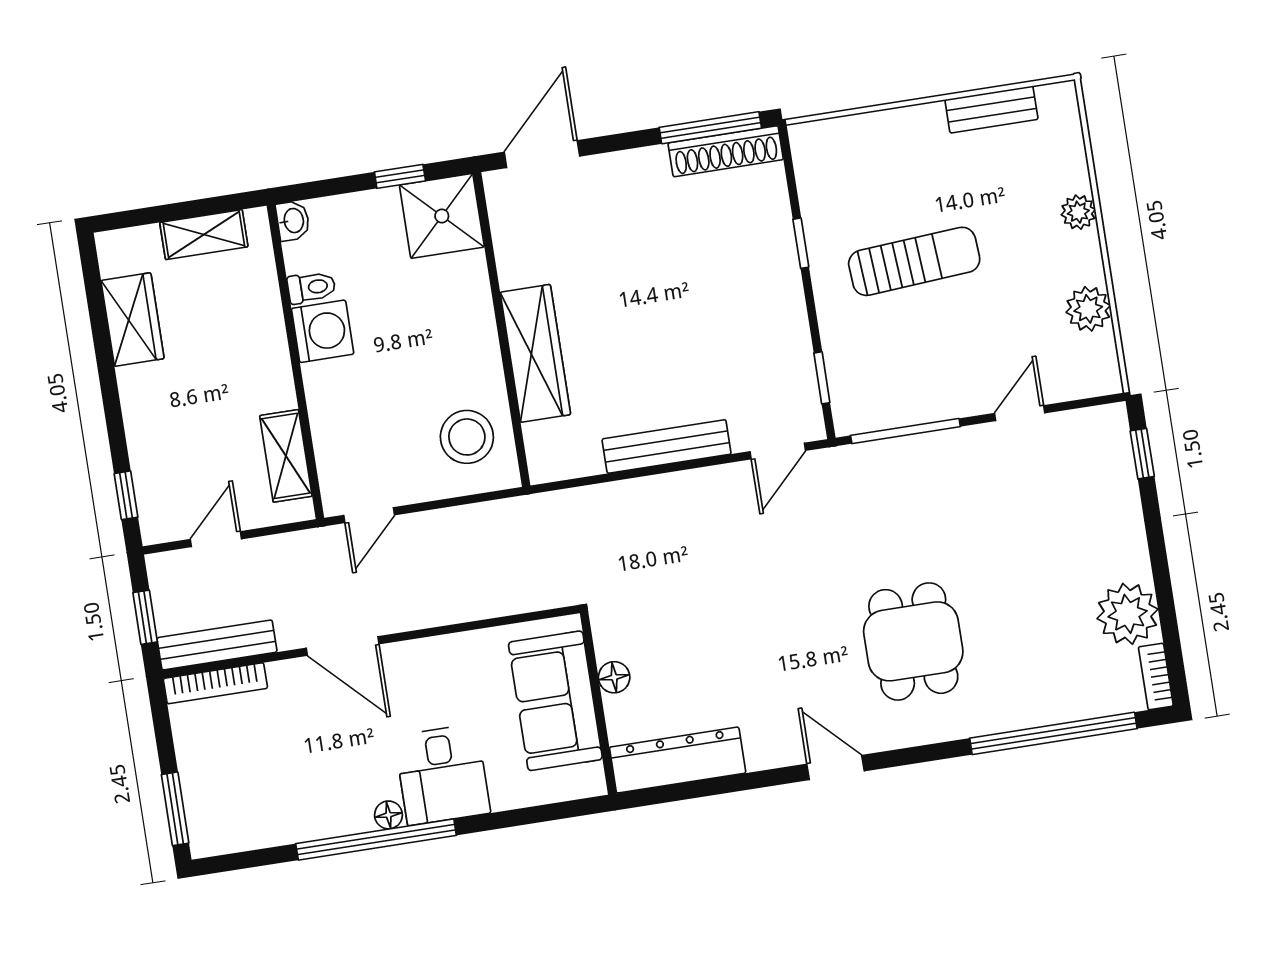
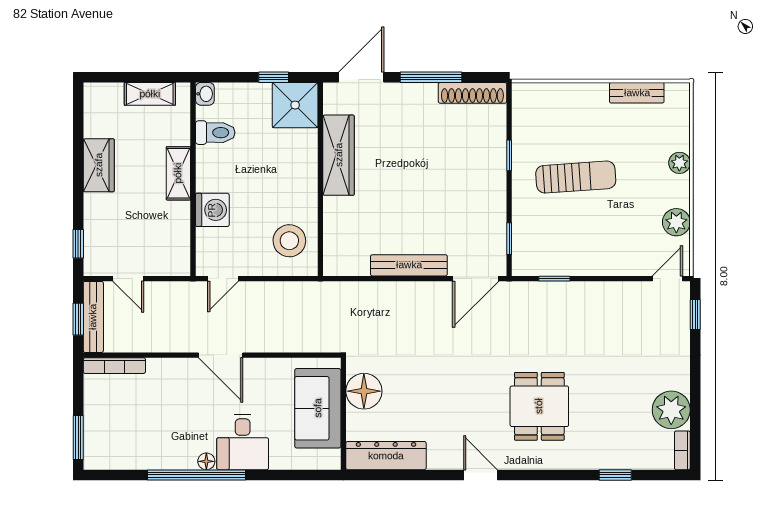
window: (710, 128) -> (431, 77), moved
toilet: (311, 287) -> (215, 133), width x1.37, depth x1.39
wardrobe: (133, 320) -> (99, 165), moved
washing machine: (323, 331) -> (212, 210), moved
wardrobe: (535, 353) -> (339, 155), moved
door: (1020, 413) -> (667, 279), moved
window: (905, 431) -> (554, 279), width x0.46
door: (778, 451) -> (476, 279), width x1.38
shelving: (286, 456) -> (178, 173), moved
door: (216, 539) -> (128, 279), swing flipped
bench: (217, 645) -> (93, 317), moved, turned 90
door: (343, 646) -> (221, 355), moved
floor lamp: (614, 677) -> (364, 391), width x1.89, depth x1.89
window: (1053, 733) -> (615, 475), width x0.32

